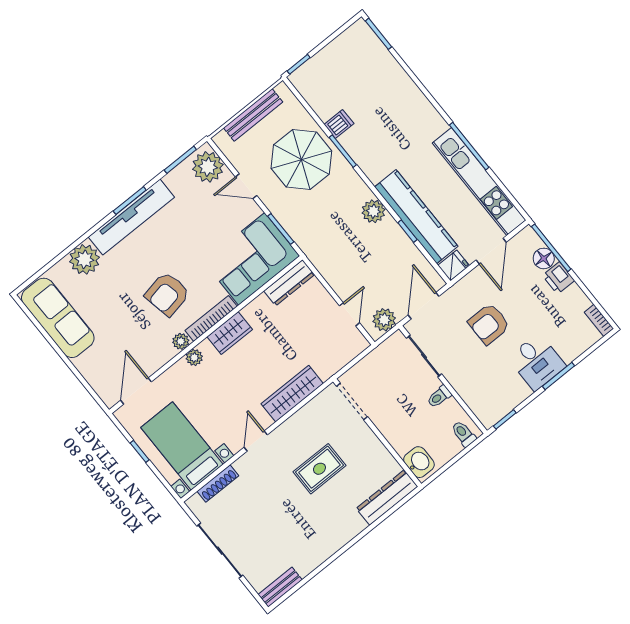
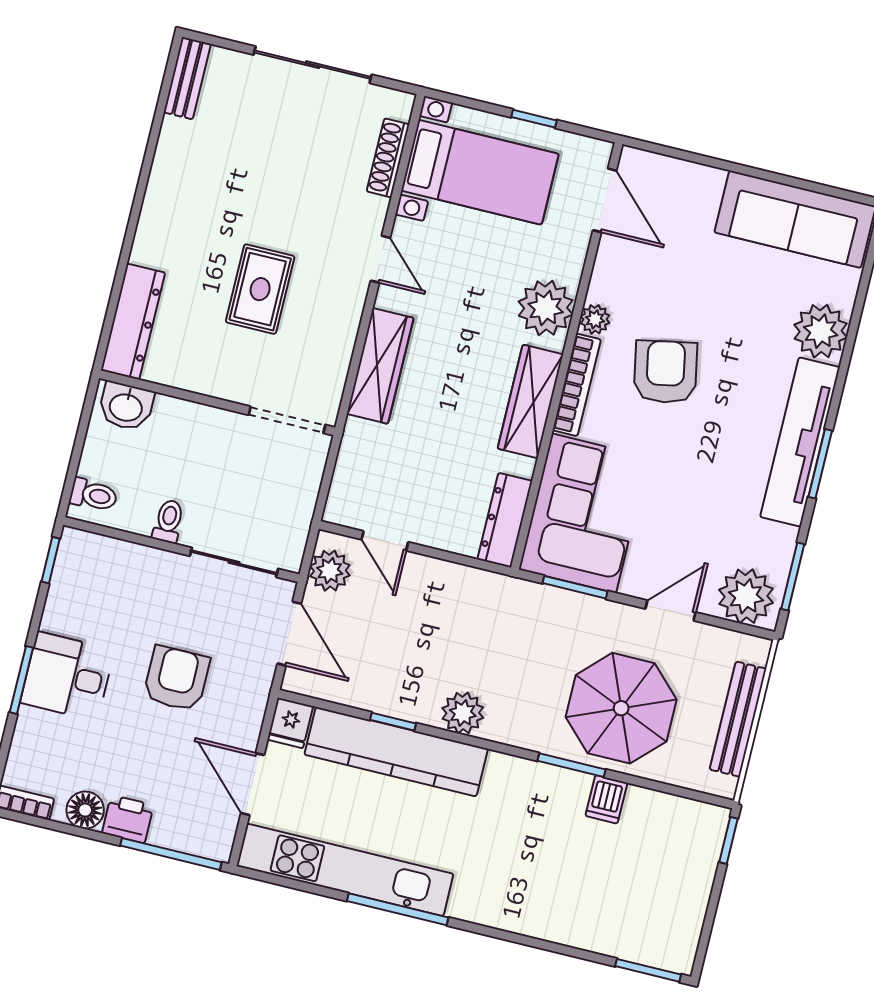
floor lamp: (544, 258) -> (85, 810), moved
wardrobe: (230, 333) -> (530, 401), width x1.50
plant: (194, 357) -> (546, 308), width x1.87, depth x1.87

